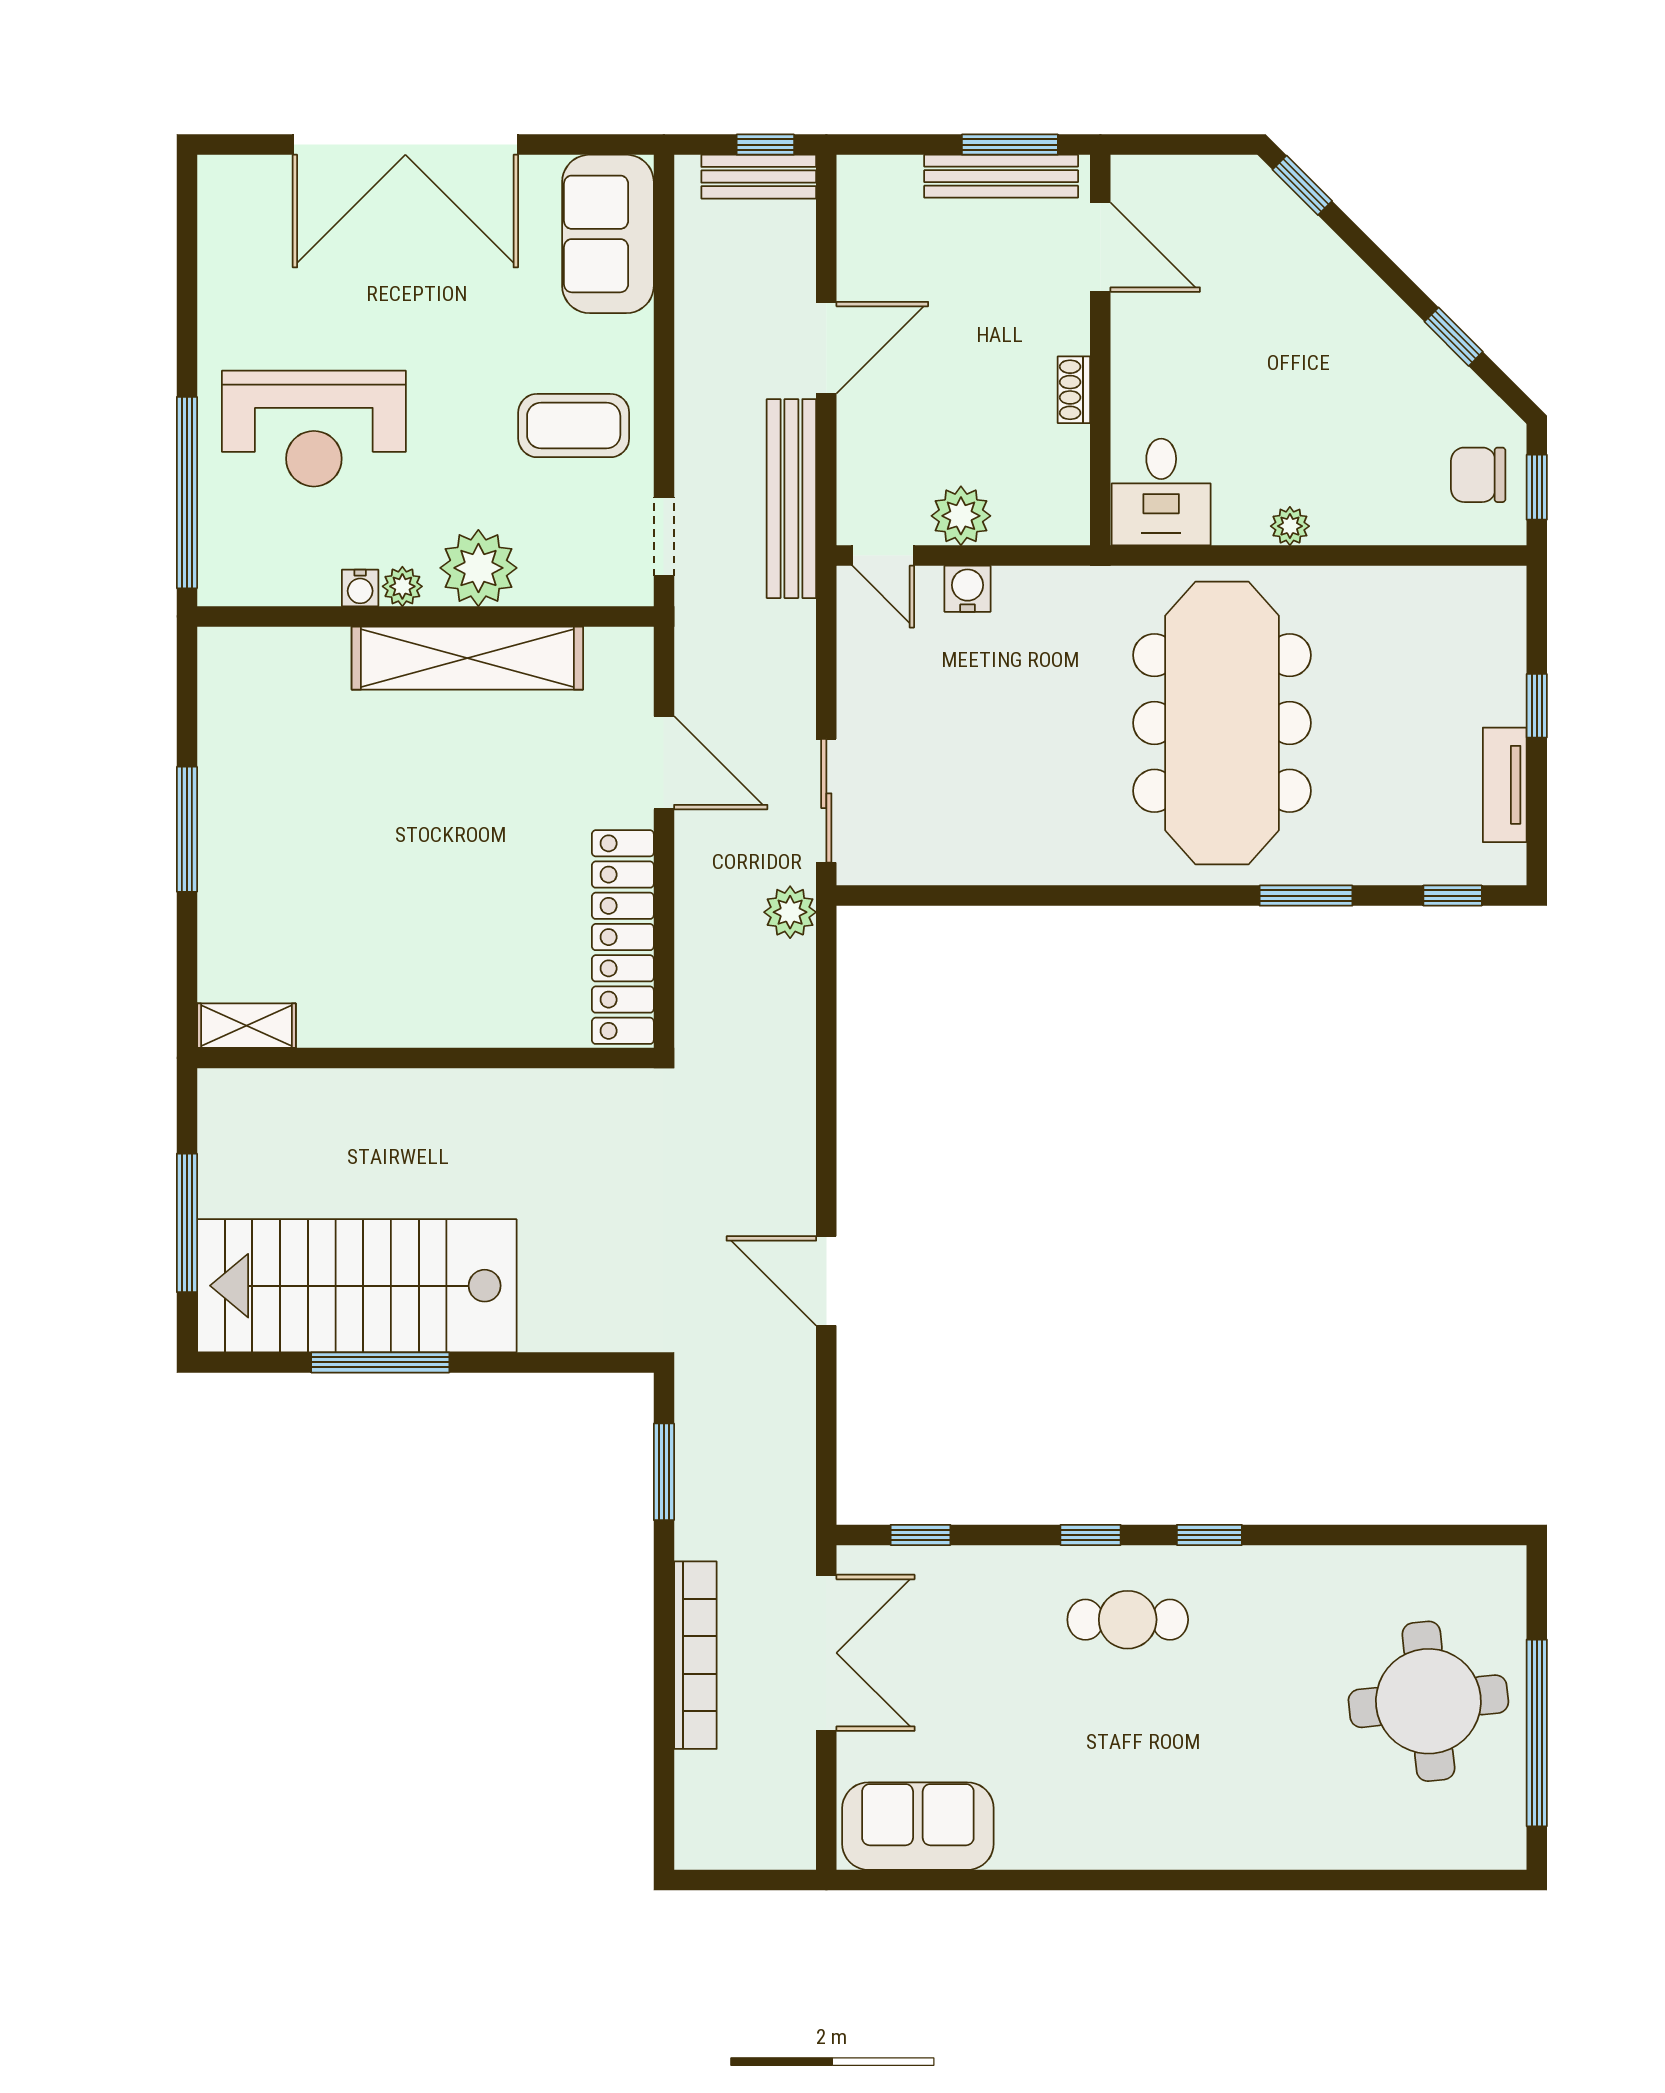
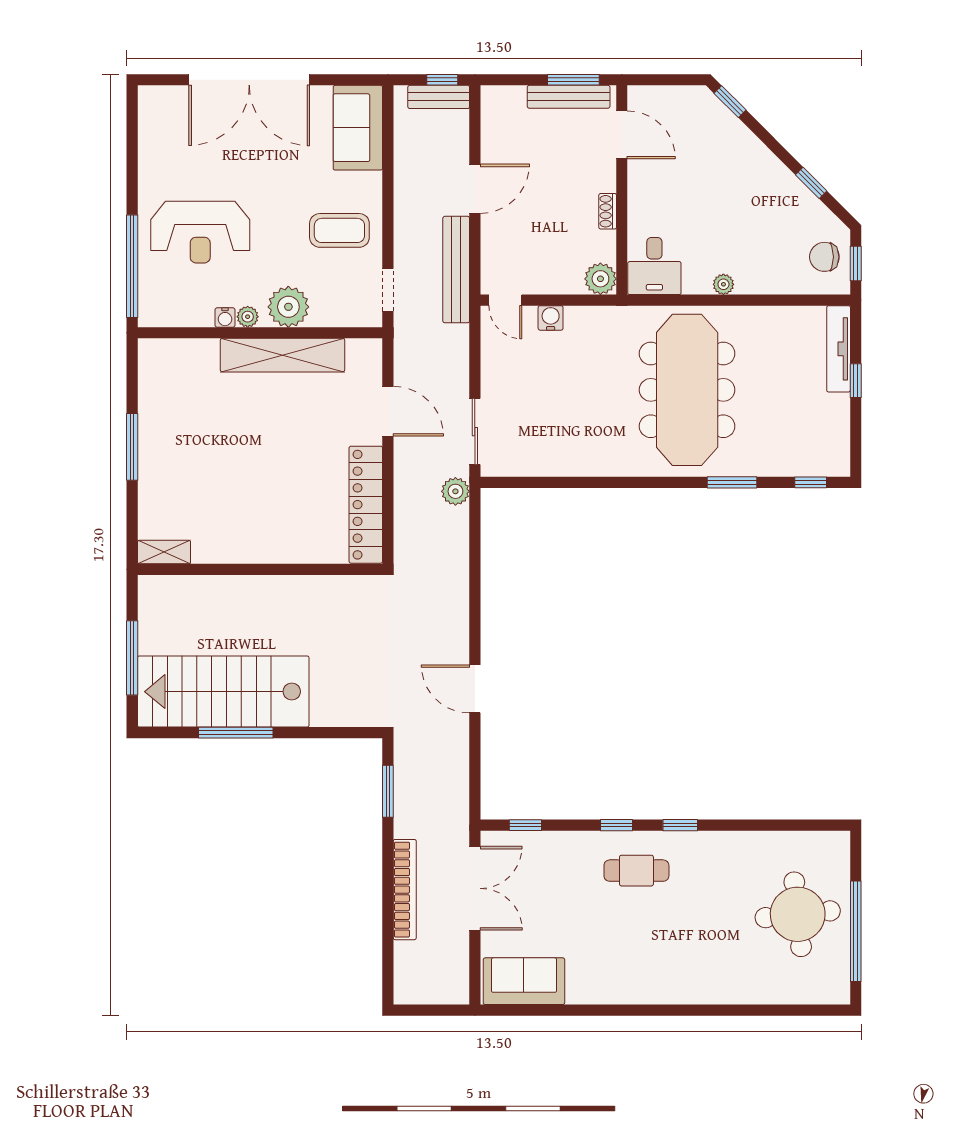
plant: (961, 516) -> (600, 279), moved
tv unit: (1505, 785) -> (839, 349), moved, width x1.41

